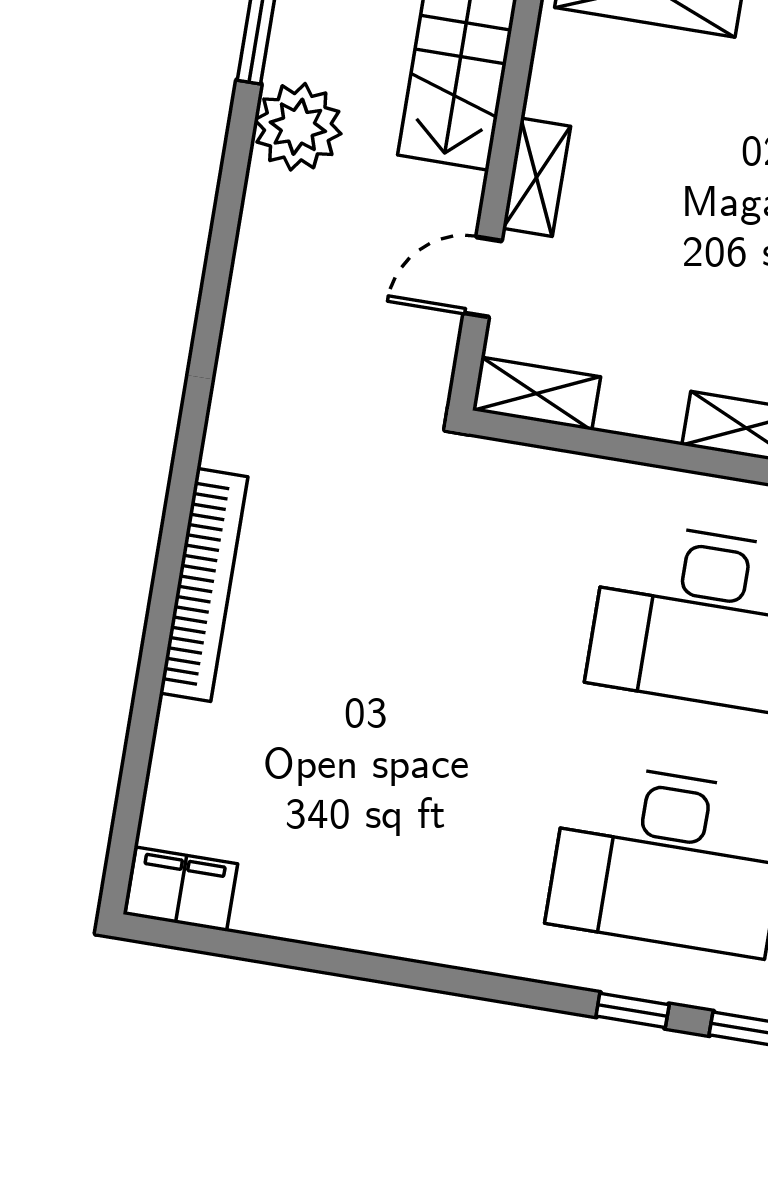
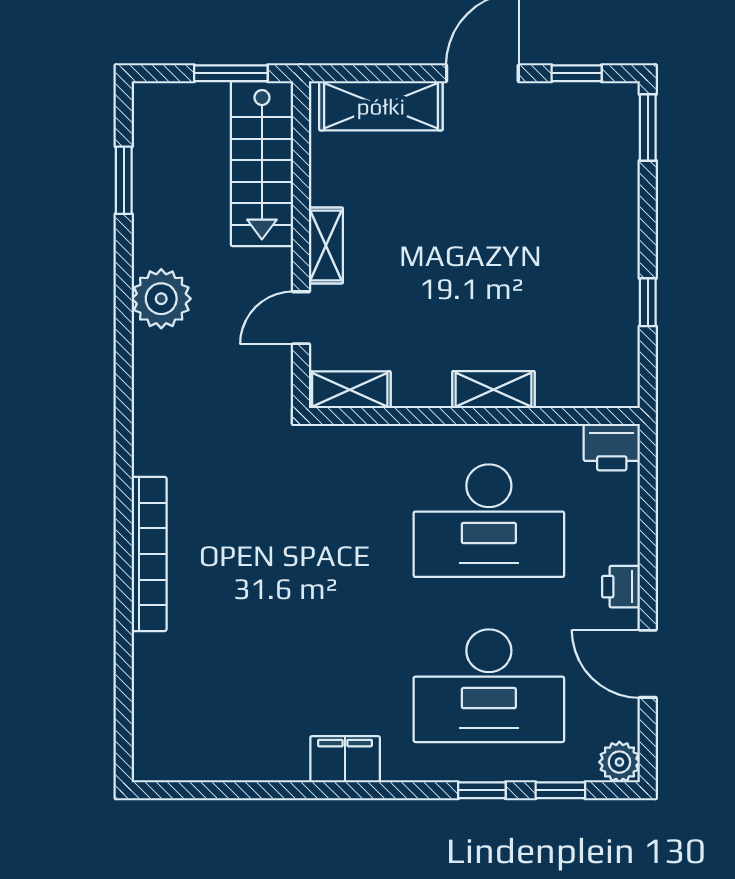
plant: (298, 127) -> (161, 299), moved
filing cabinet: (181, 889) -> (345, 759), moved

